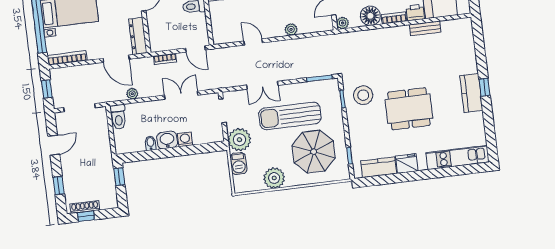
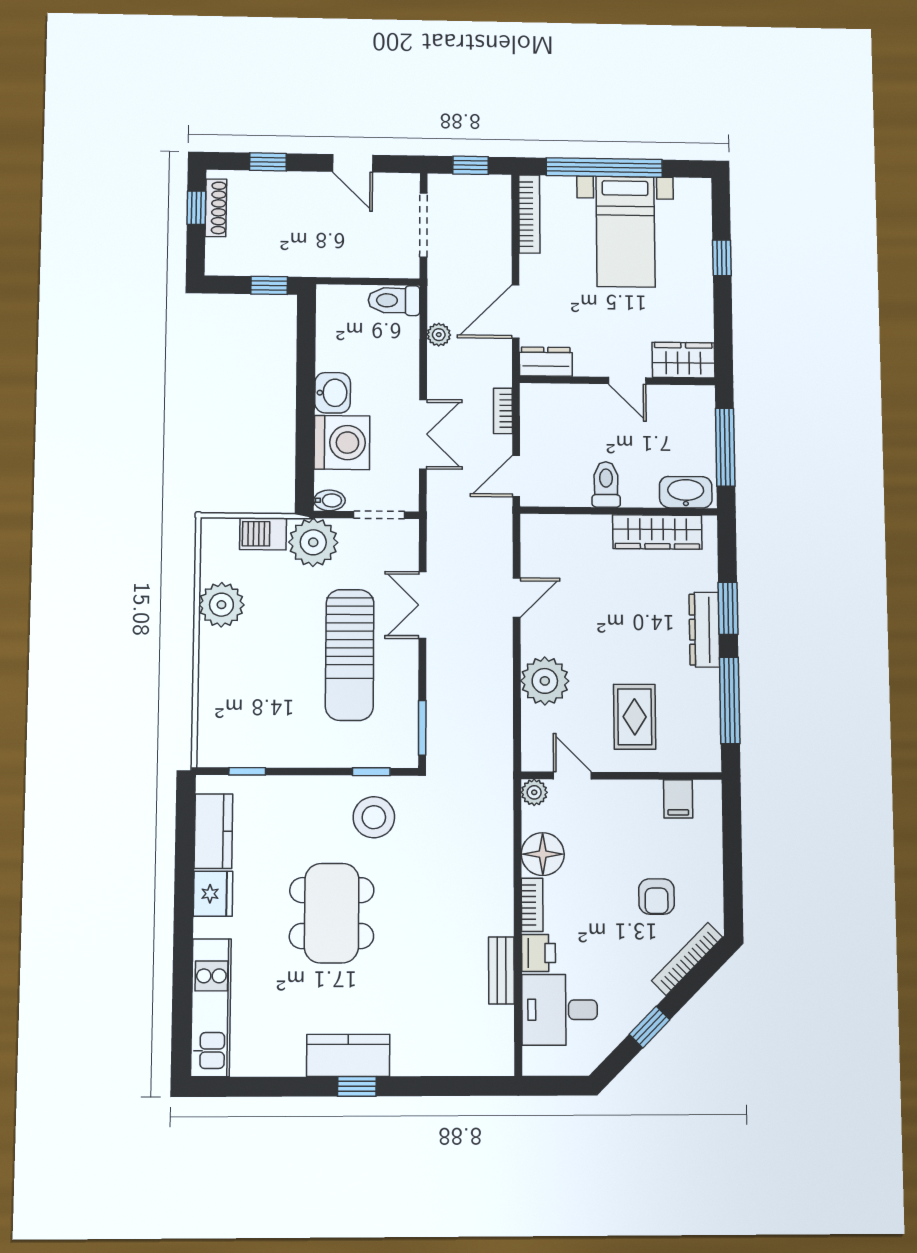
plant: (291, 29) -> (545, 681), width x1.88, depth x1.88
dresser: (138, 36) -> (546, 362), width x0.70
sun lounger: (290, 116) -> (350, 655), turned 180
washing machine: (185, 139) -> (342, 443), width x1.89, depth x1.89
bidet: (150, 143) -> (329, 500), moved
parasol: (314, 152) -> (266, 695), removed

